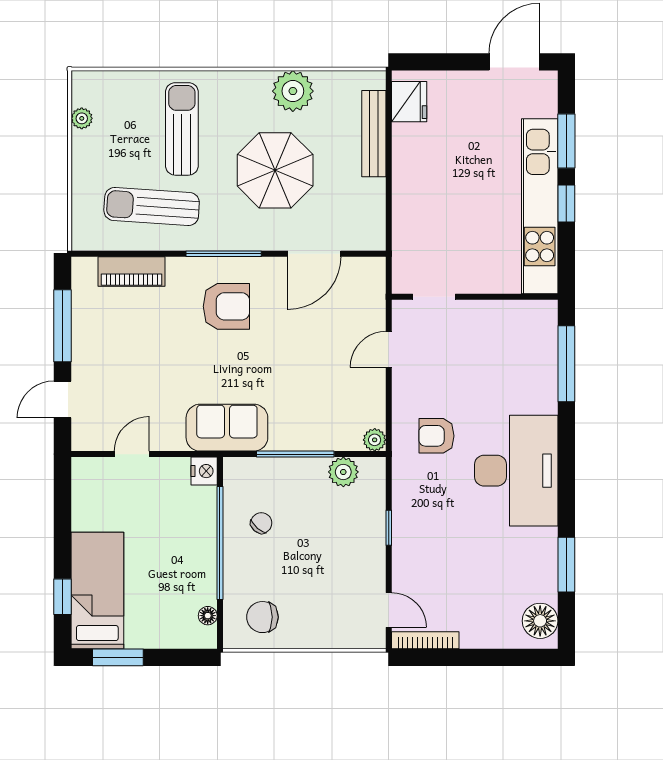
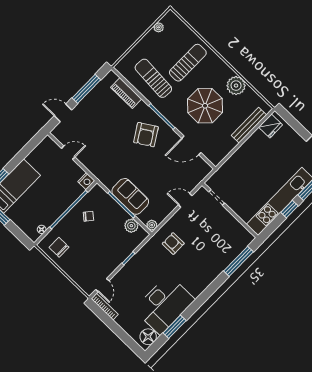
armchair: (226, 306) -> (146, 135), turned 58
sofa: (227, 428) -> (130, 196), moved
desk: (516, 471) -> (164, 305), moved

